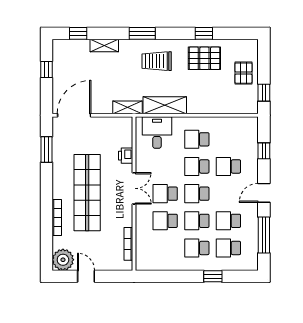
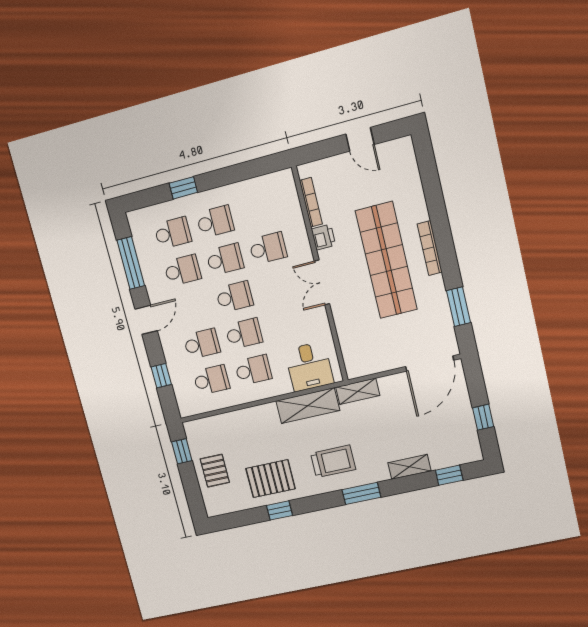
printer: (126, 156) -> (323, 237), moved
school desk: (165, 194) -> (211, 380), moved
bookcase: (57, 218) -> (430, 248), moved
plant: (63, 260) -> (399, 154), removed

